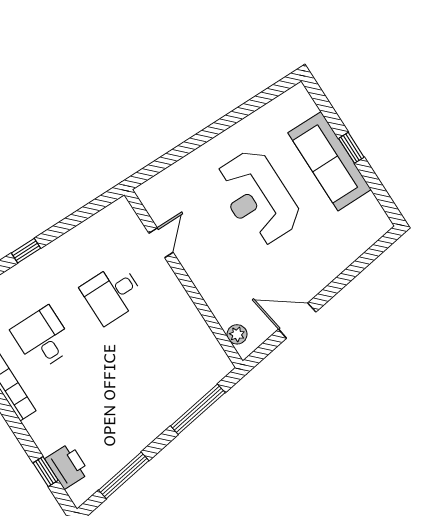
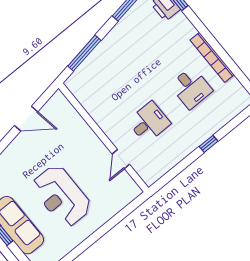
reception desk: (258, 197) -> (61, 196), turned 180
plant: (237, 334) -> (64, 105), removed

